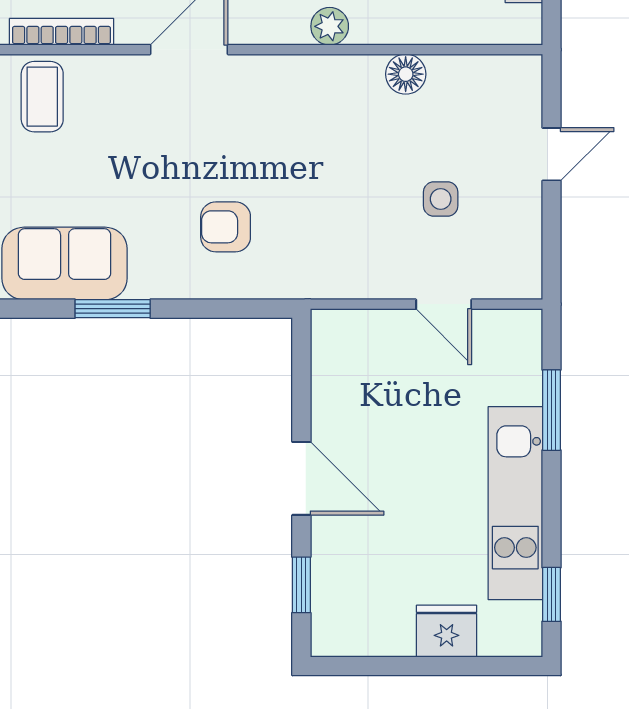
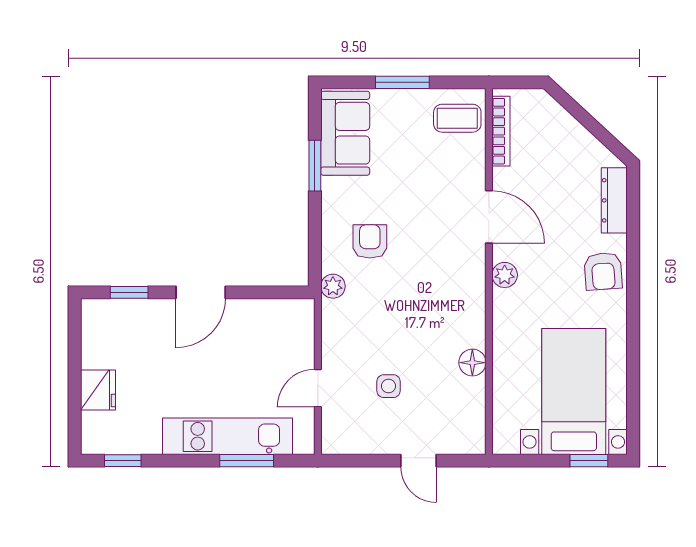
plant: (330, 26) -> (505, 275), moved
plant: (292, 282) -> (333, 286), added
kitchen unit: (515, 503) -> (228, 436), moved

